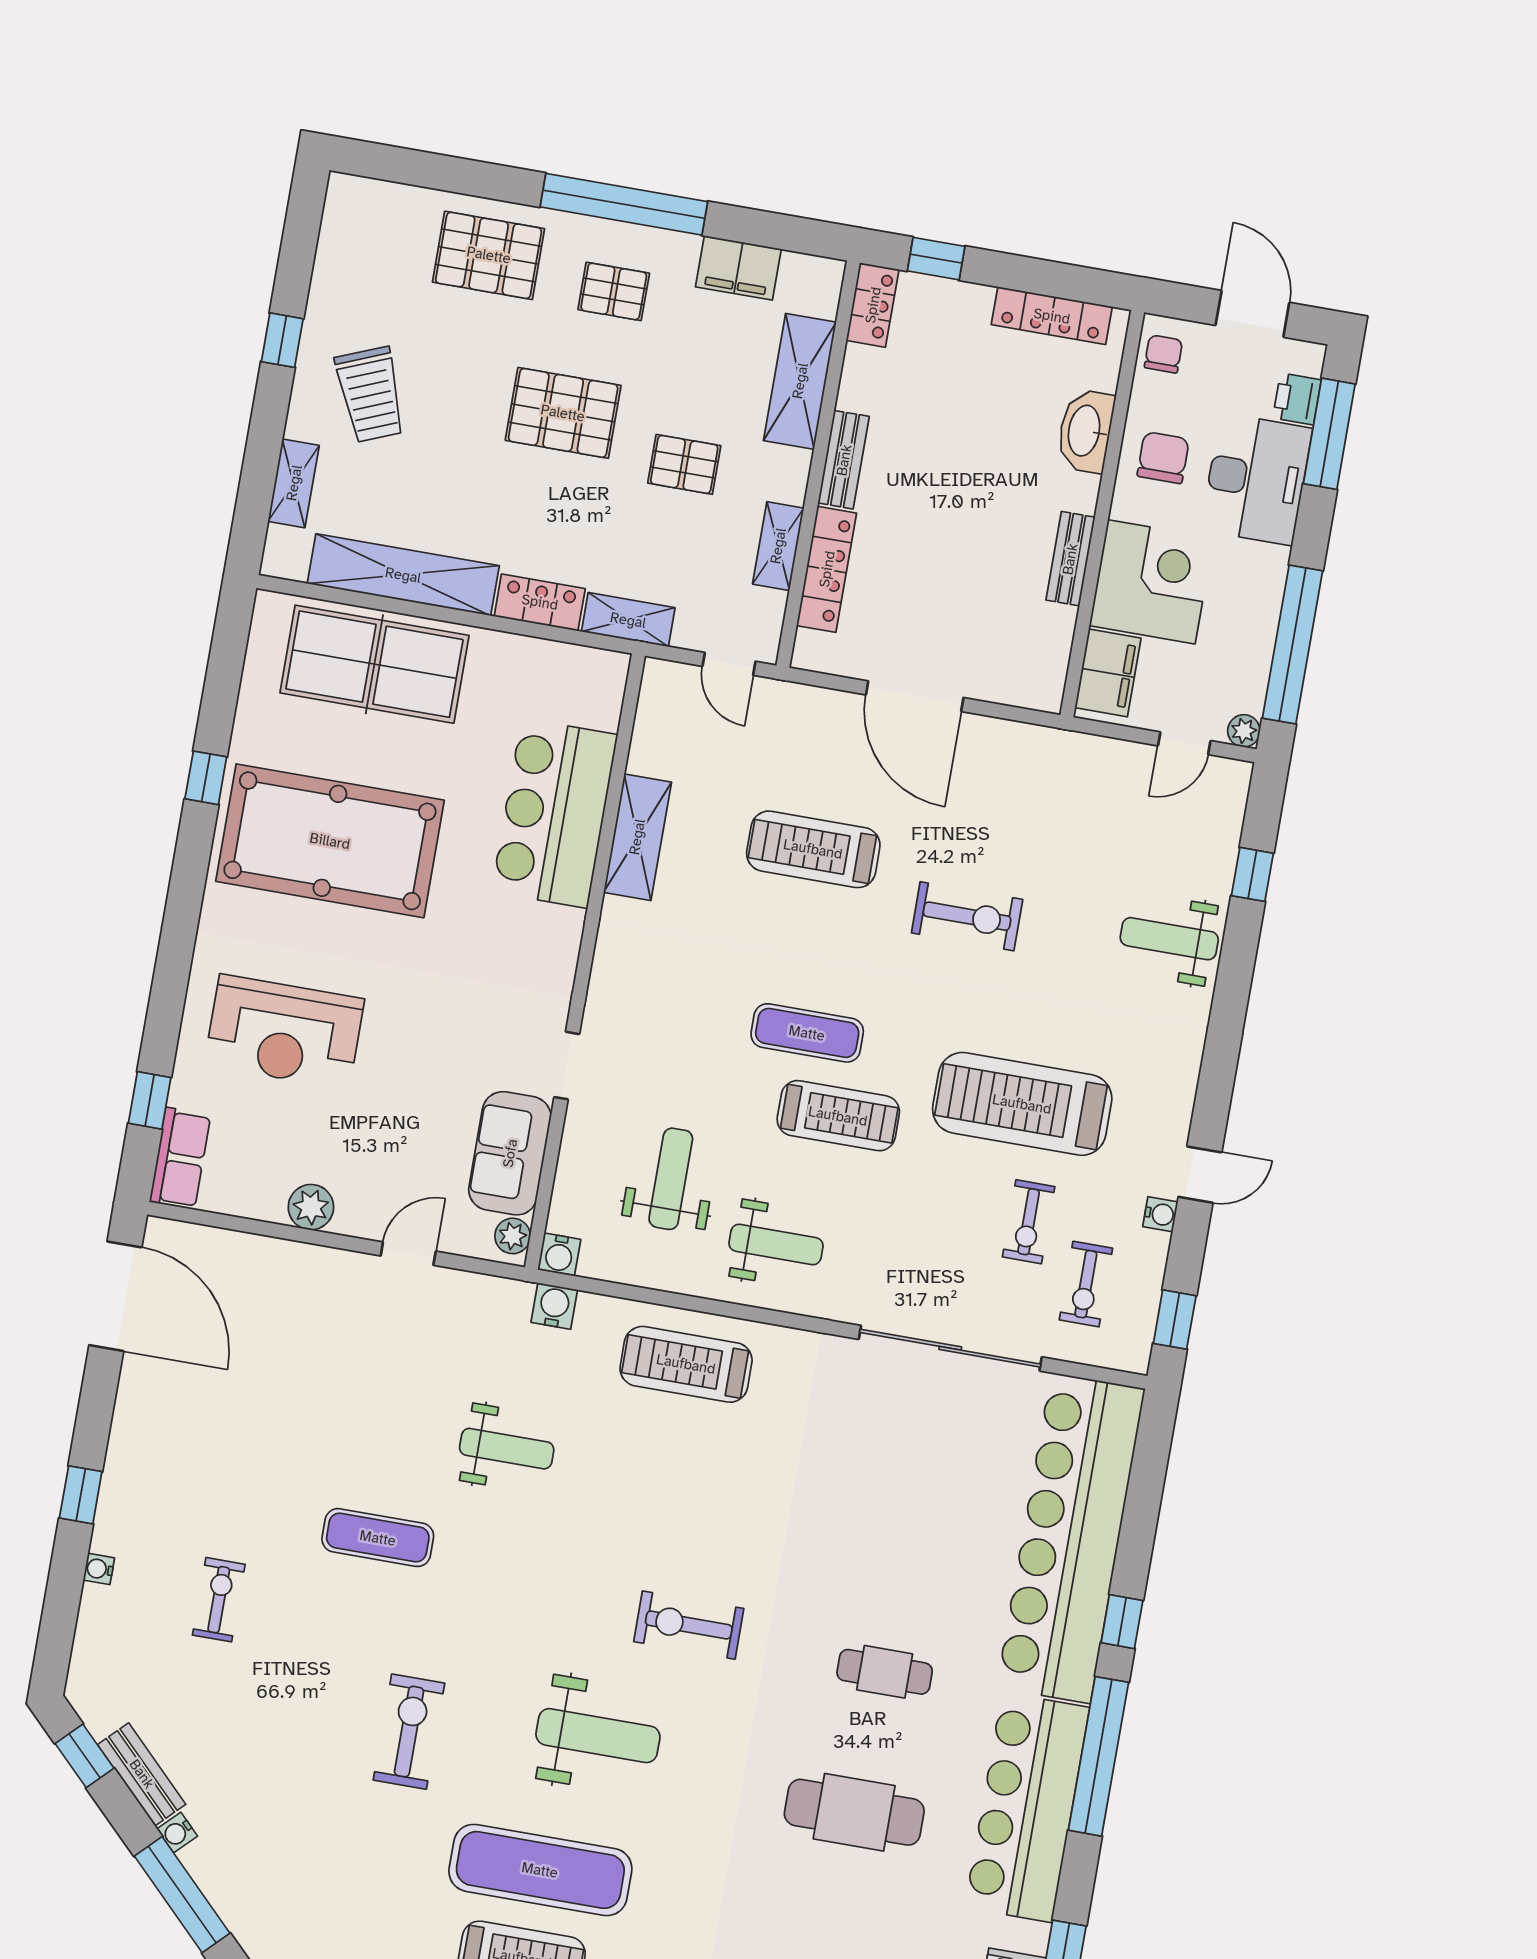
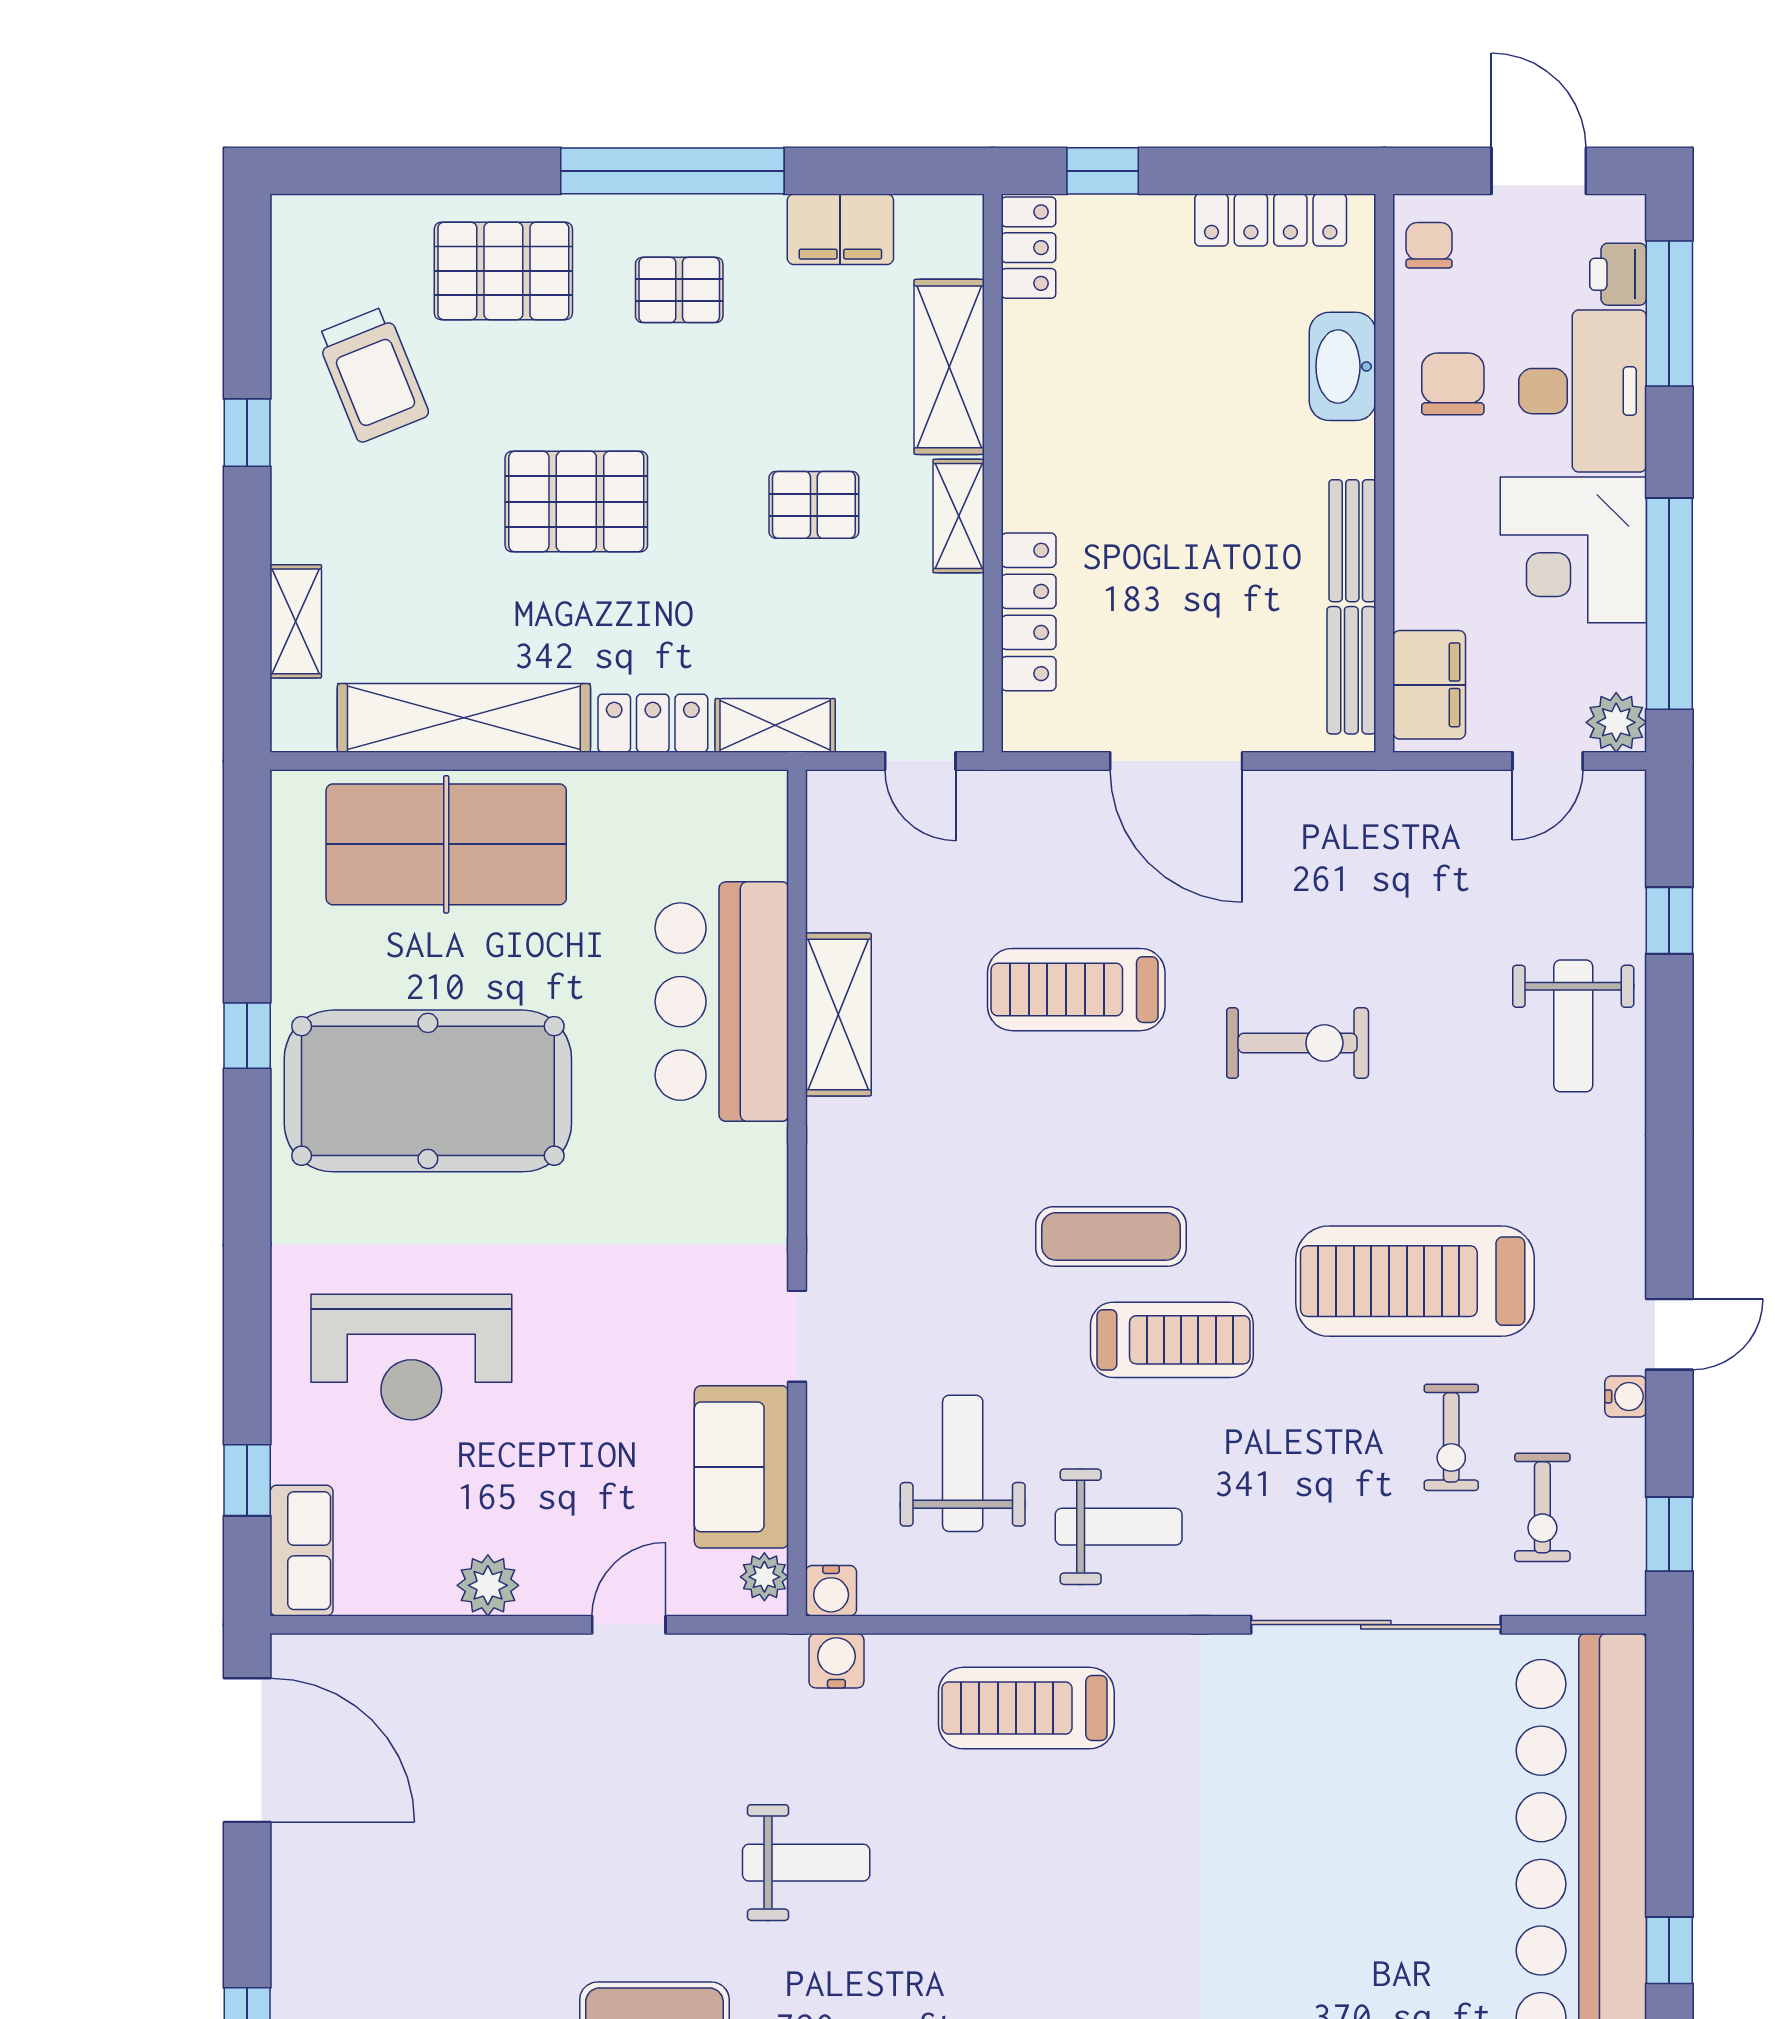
trolley: (371, 395) -> (372, 375), moved
pallet: (563, 413) -> (576, 502), moved
bench: (844, 460) -> (1351, 670), moved
shelving: (778, 546) -> (959, 516), moved
corner desk: (1151, 582) -> (1573, 550), moved, turned 180
plant: (1244, 731) -> (1616, 722), width x1.38, depth x1.38
weight bench: (1169, 939) -> (1573, 1026), turned -90

